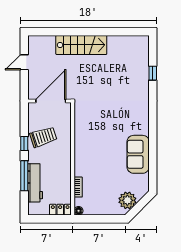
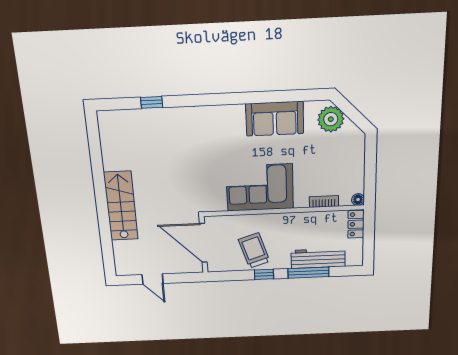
corner sofa: (90, 143) -> (260, 187), added
plant: (127, 200) -> (331, 119), moved

